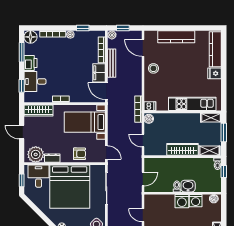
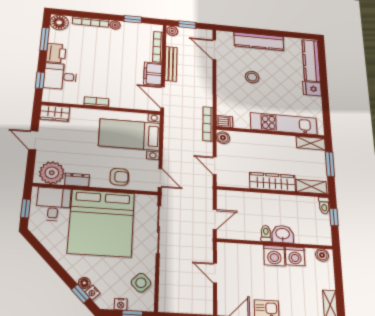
stool: (153, 68) -> (252, 77), moved
wardrobe: (38, 110) -> (55, 113), width x0.67

